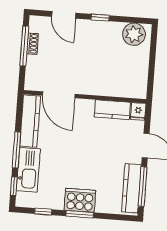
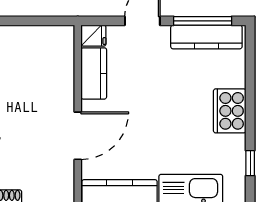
door: (59, 95) -> (78, 136), moved
window: (80, 214) -> (250, 110), removed

